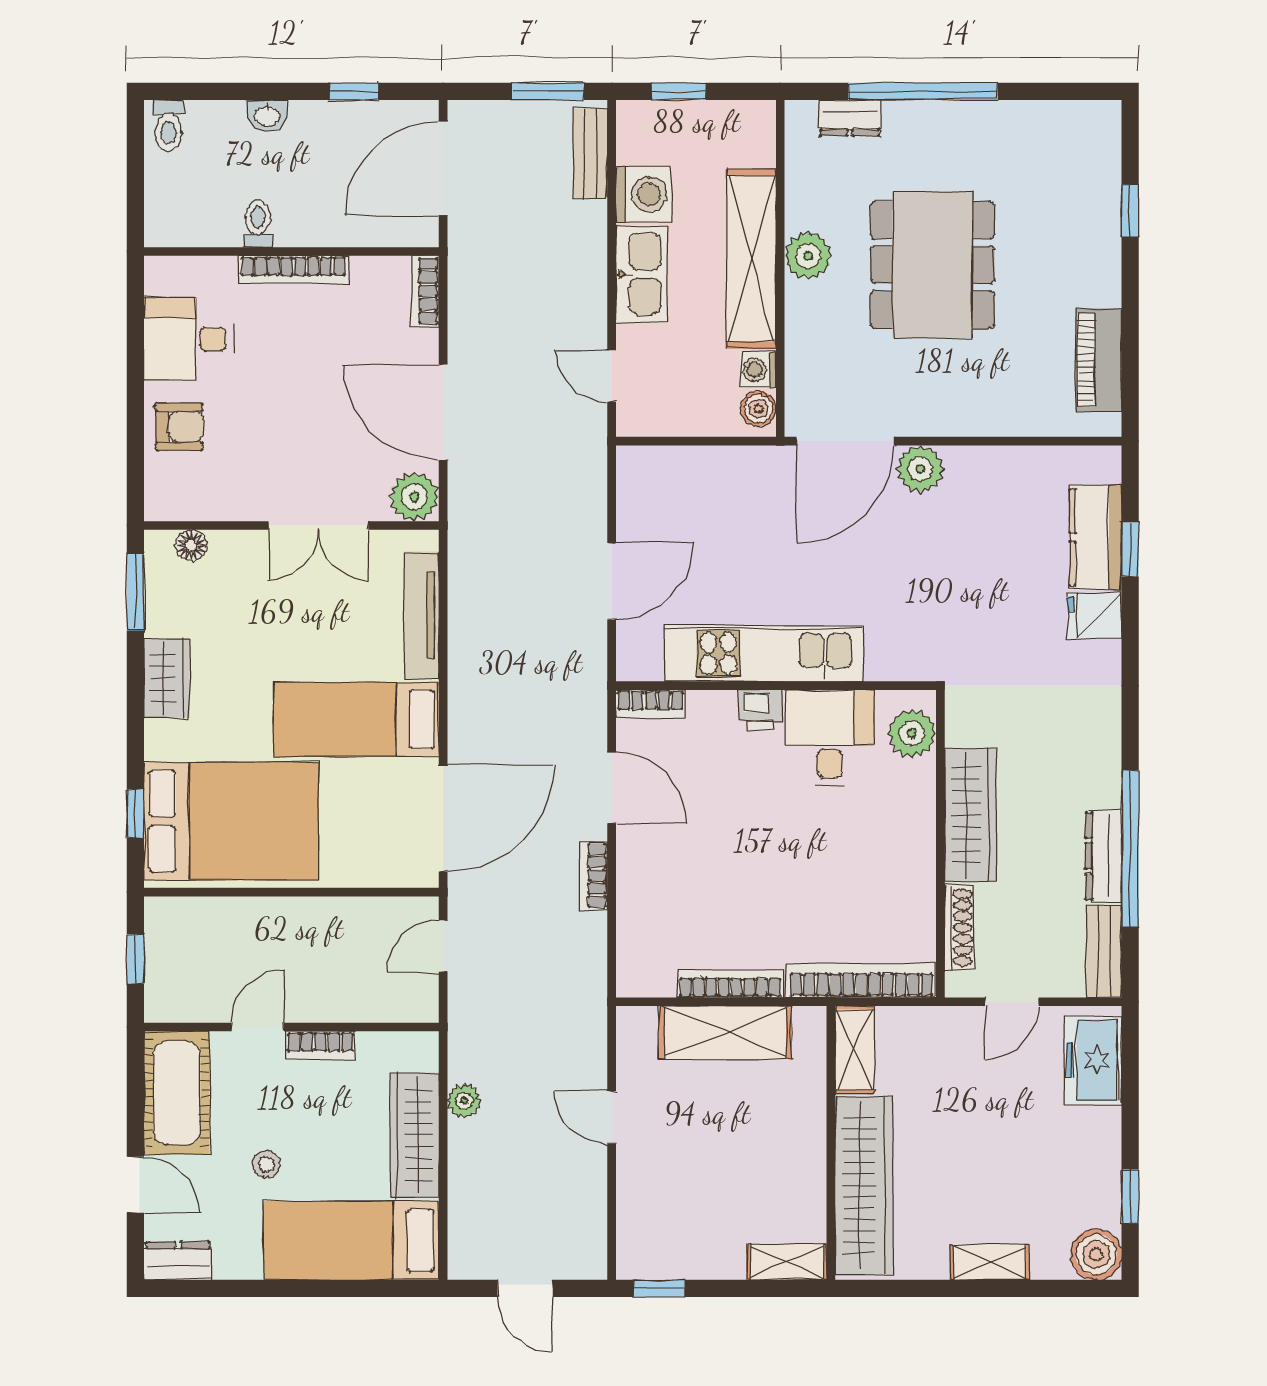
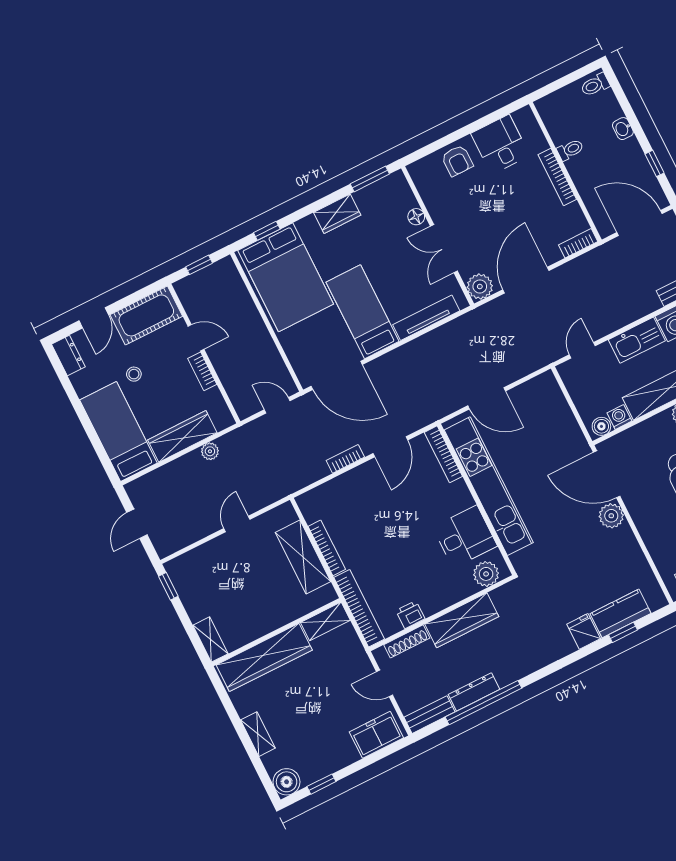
floor lamp: (191, 545) -> (416, 217), moved
kitchen unit: (764, 654) -> (489, 486), width x1.36
bookcase: (651, 704) -> (443, 454), width x1.56
printer: (760, 710) -> (410, 615), moved, turned 90

